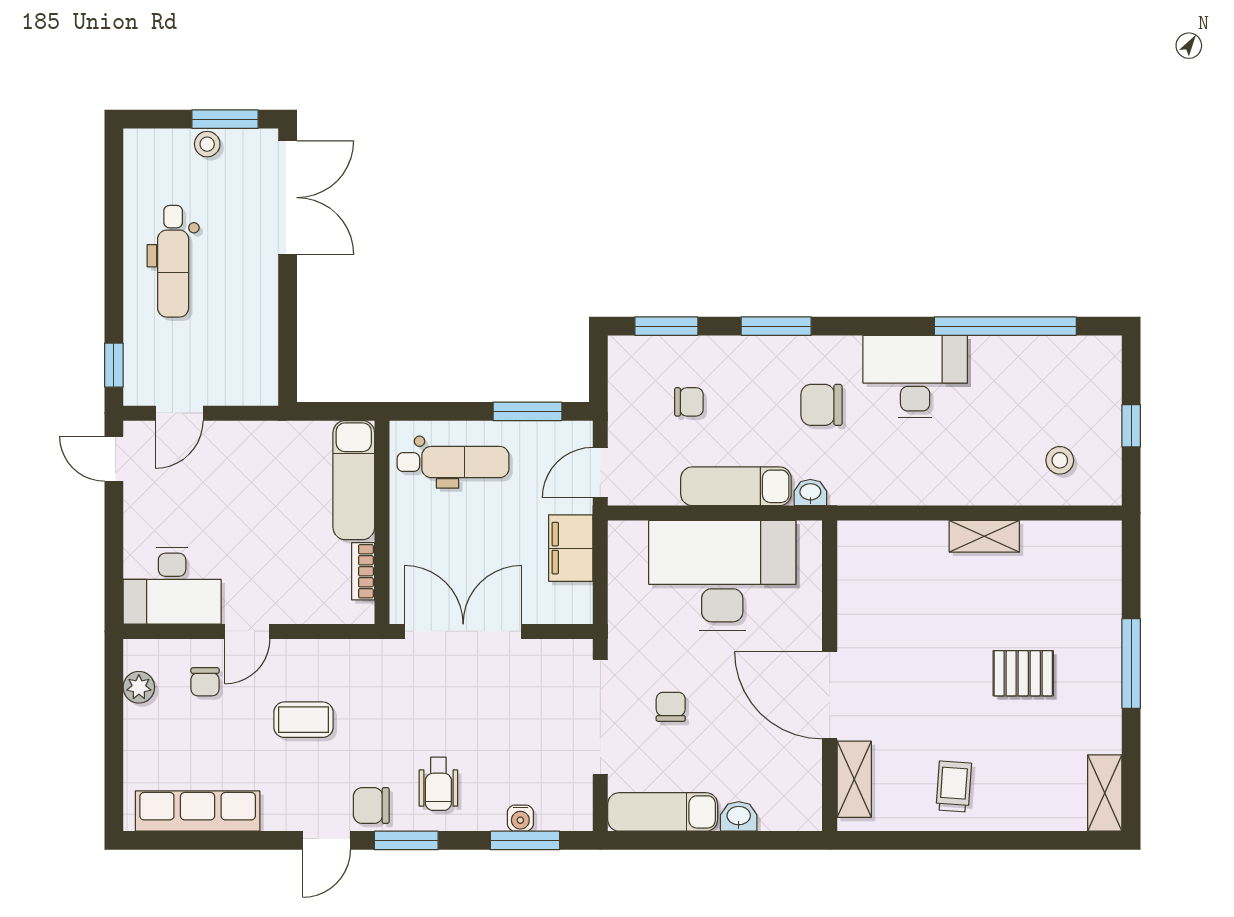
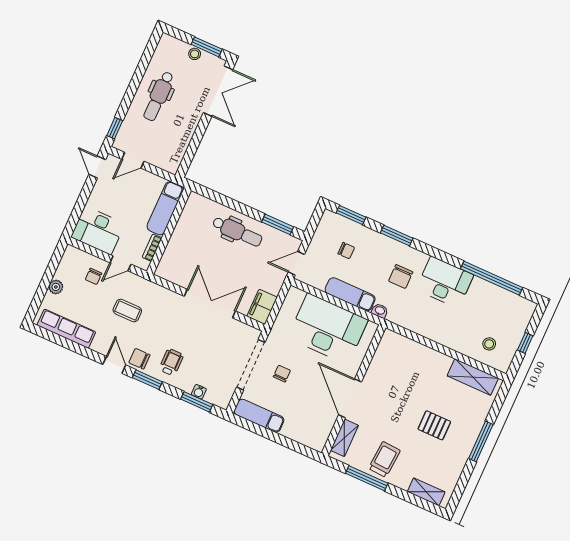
chair: (822, 405) -> (401, 277), turned -90
exam couch: (354, 480) -> (165, 208), moved
wall: (382, 522) -> (169, 231), moved
shelving: (984, 536) -> (473, 377), moved, width x1.50, depth x1.33
filing cabinet: (571, 548) -> (262, 307), moved
bookcase: (363, 571) -> (152, 248), moved
plant: (139, 687) -> (56, 287), moved
wheelchair: (438, 784) -> (171, 362), turned 180
trolley: (954, 787) -> (384, 459), width x1.36, depth x1.39
shelving: (1105, 793) -> (426, 492), moved, turned 90
washbasin: (739, 816) -> (290, 432), removed
door: (326, 840) -> (114, 365), swing flipped
window: (935, 840) -> (367, 478), added

